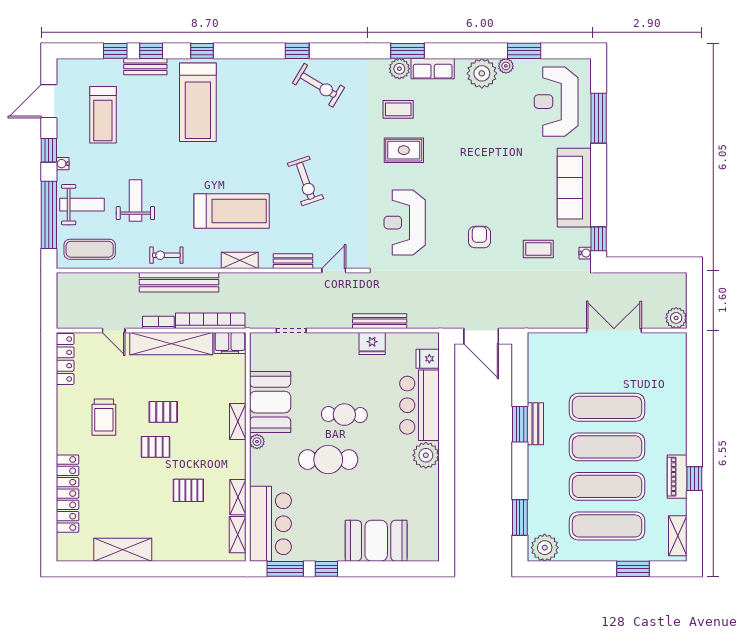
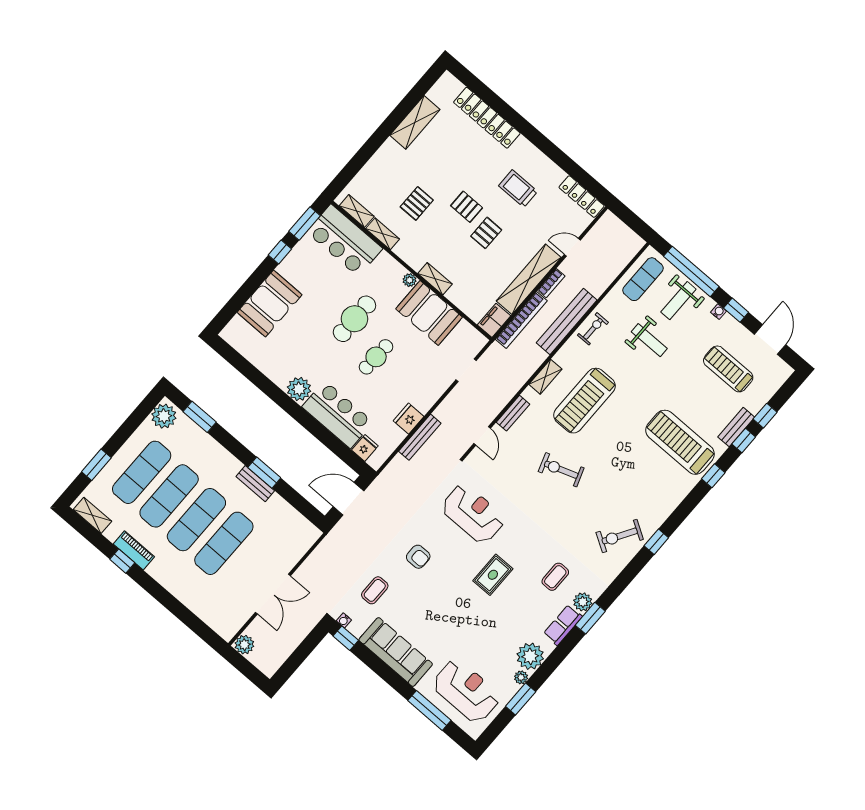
rug: (404, 150) -> (493, 575), moved
pallet: (156, 447) -> (467, 207), turned 90

